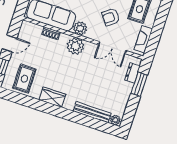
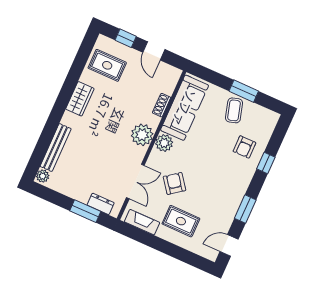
double door: (112, 48) -> (135, 182), swing flipped

